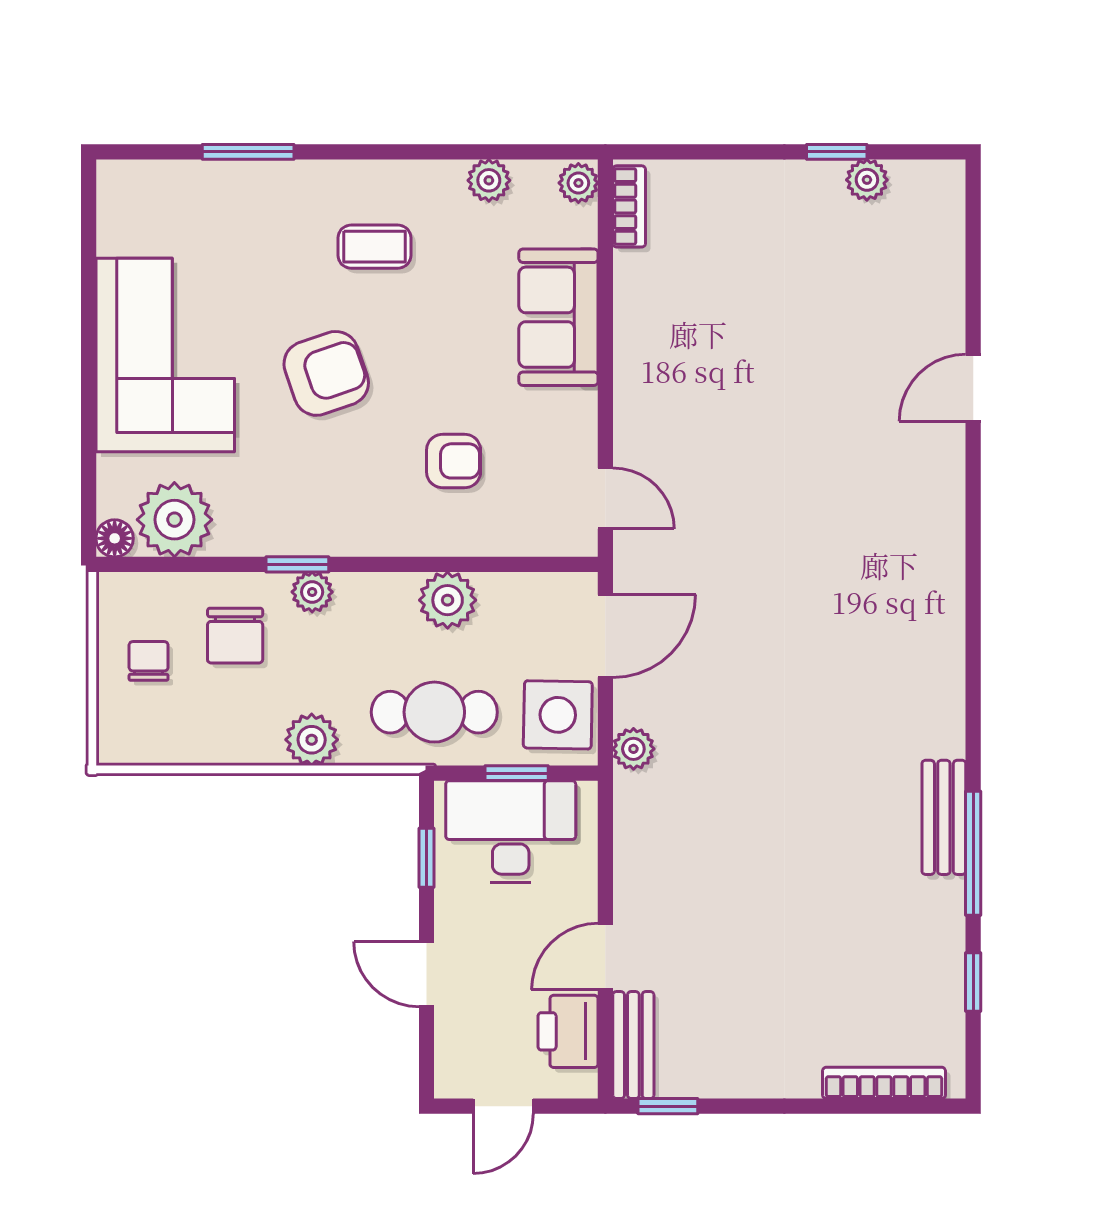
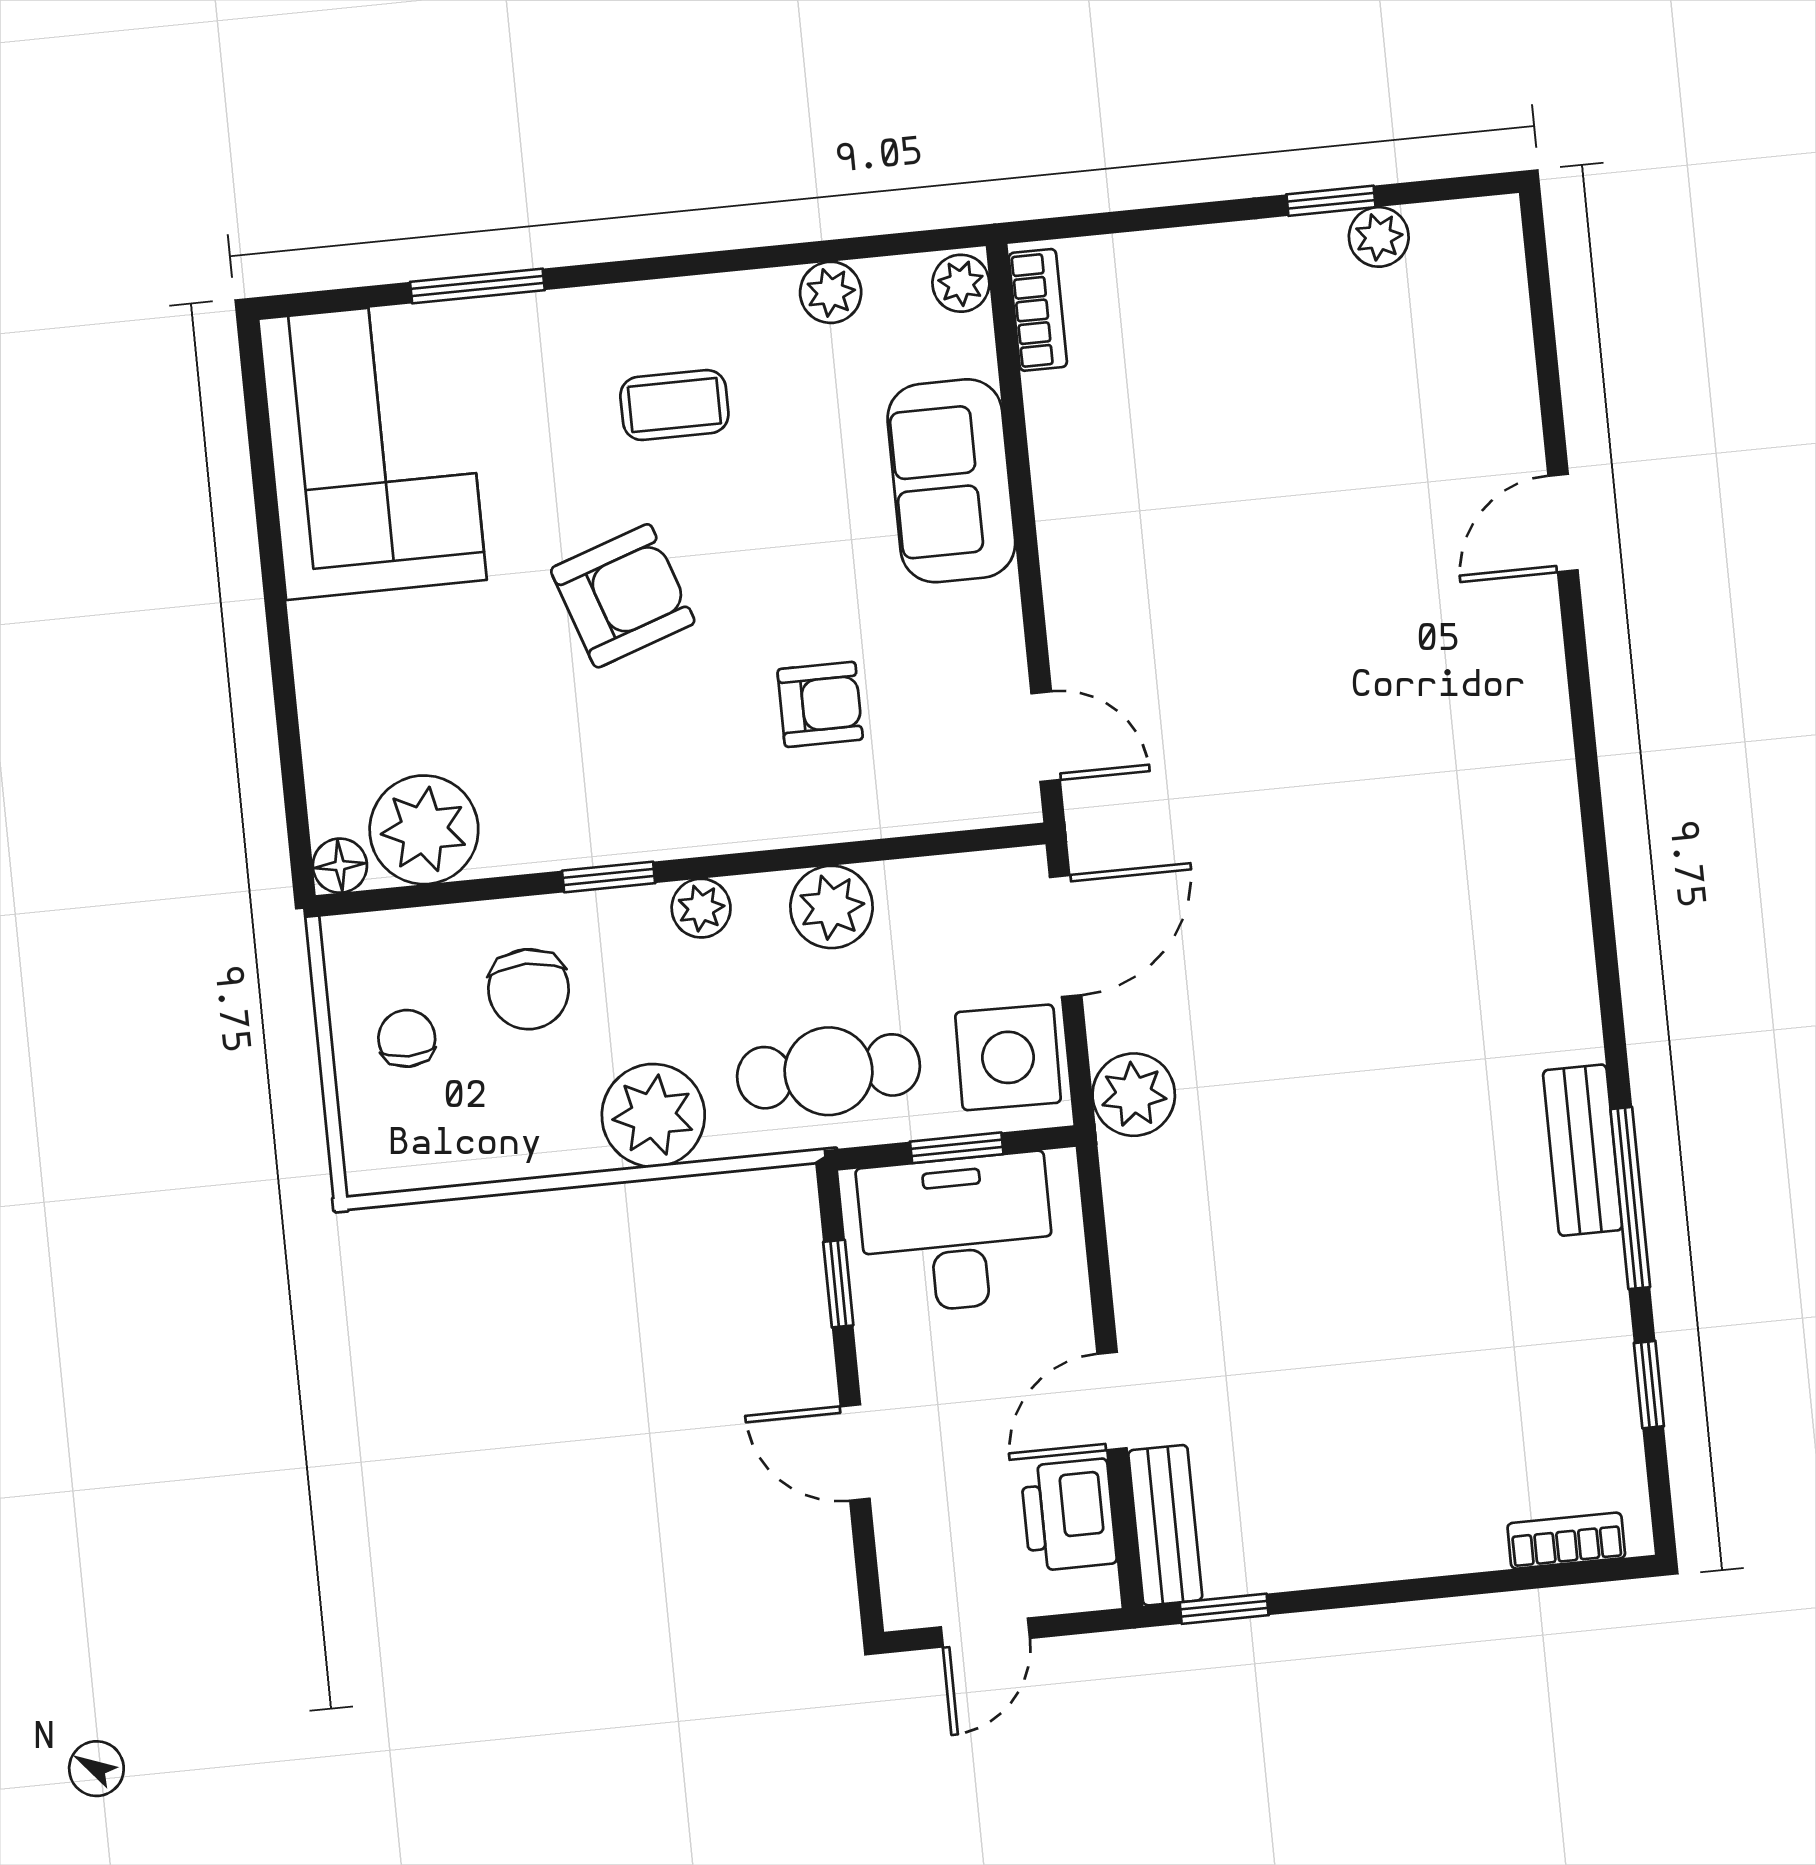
corner sofa: (165, 355) -> (372, 449), moved
plant: (312, 592) -> (701, 908), moved
plant: (312, 740) -> (653, 1115), width x1.36, depth x1.36
plant: (633, 749) -> (1134, 1095), width x1.38, depth x1.38
bookcase: (884, 1083) -> (1566, 1541), width x0.64

